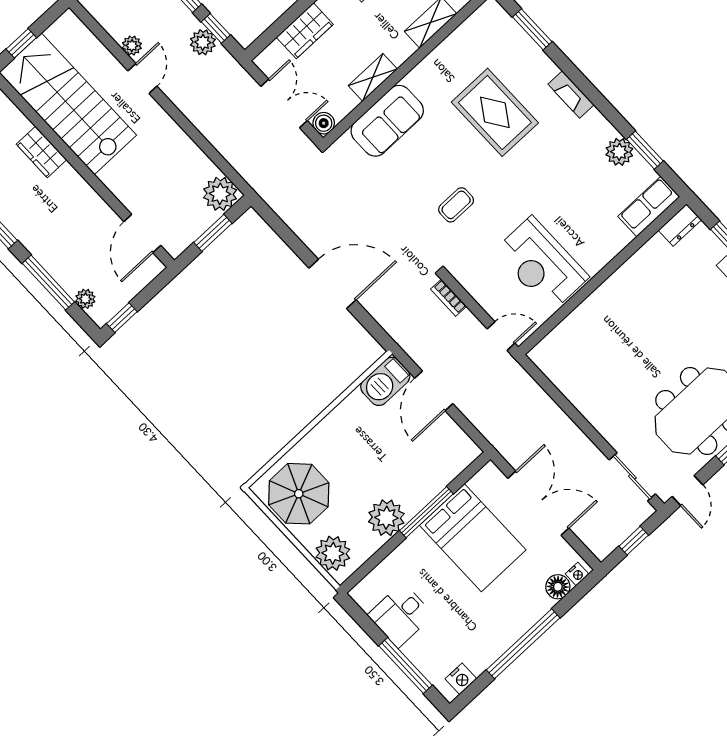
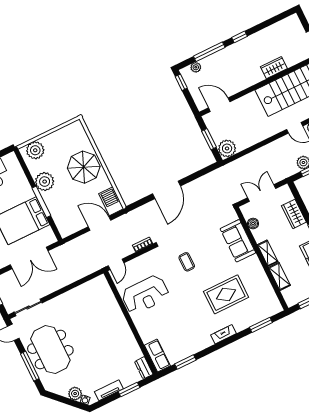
shelving: (373, 77) -> (268, 253), moved
double door: (284, 103) -> (262, 193), swing flipped
boiler: (324, 123) -> (253, 224), moved
plant: (619, 152) -> (188, 349), removed
reception desk: (541, 264) -> (145, 295), turned 180
parasol: (299, 494) -> (84, 167), moved

